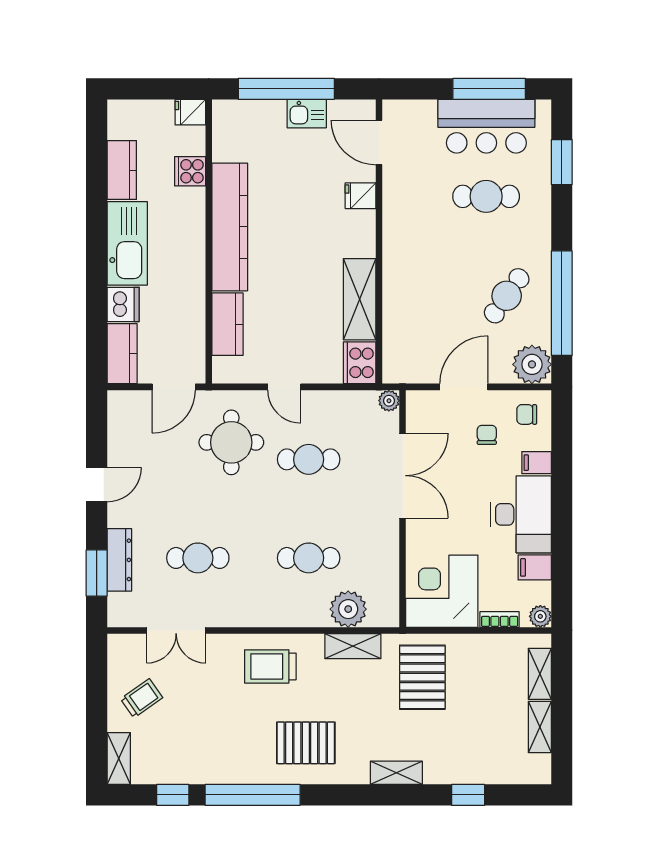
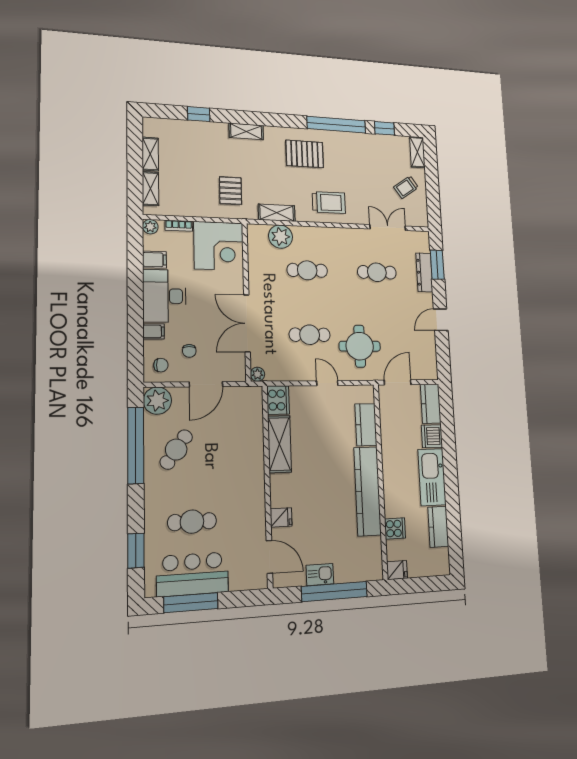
pallet: (422, 677) -> (231, 191), width x0.67, depth x0.71

